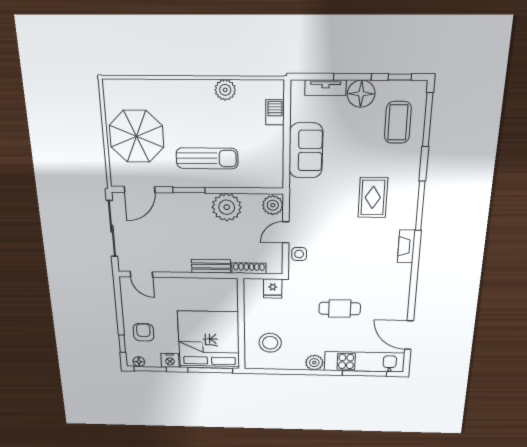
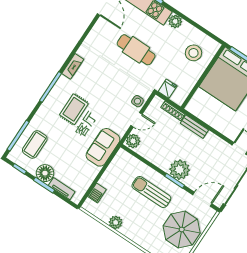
sofa: (306, 150) -> (103, 147), moved
plant: (227, 207) -> (180, 170), moved
cafe table: (340, 309) -> (136, 50), width x1.37, depth x1.35

